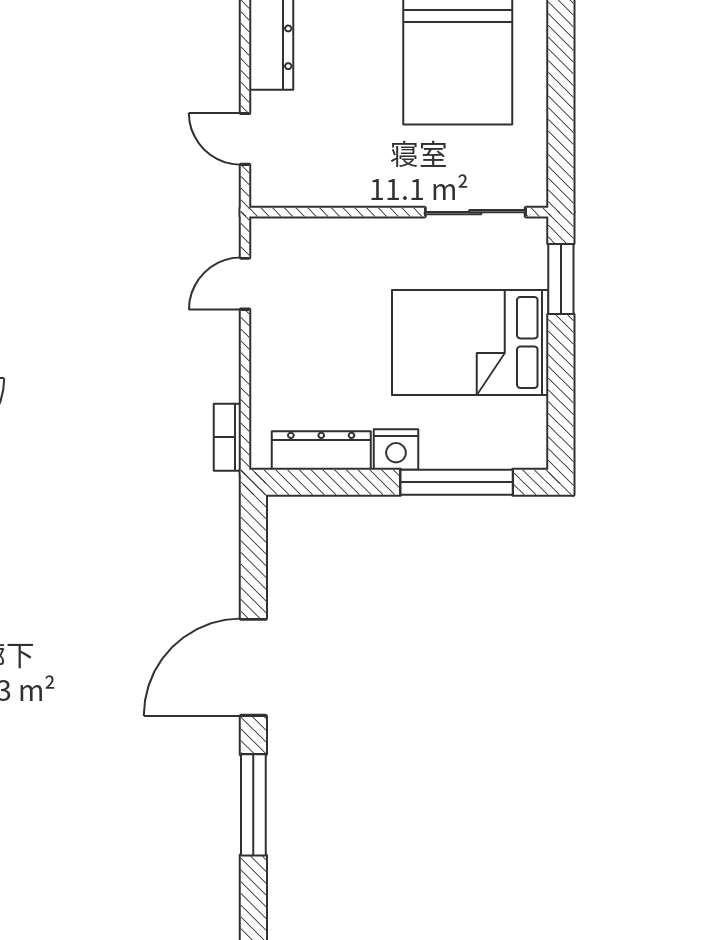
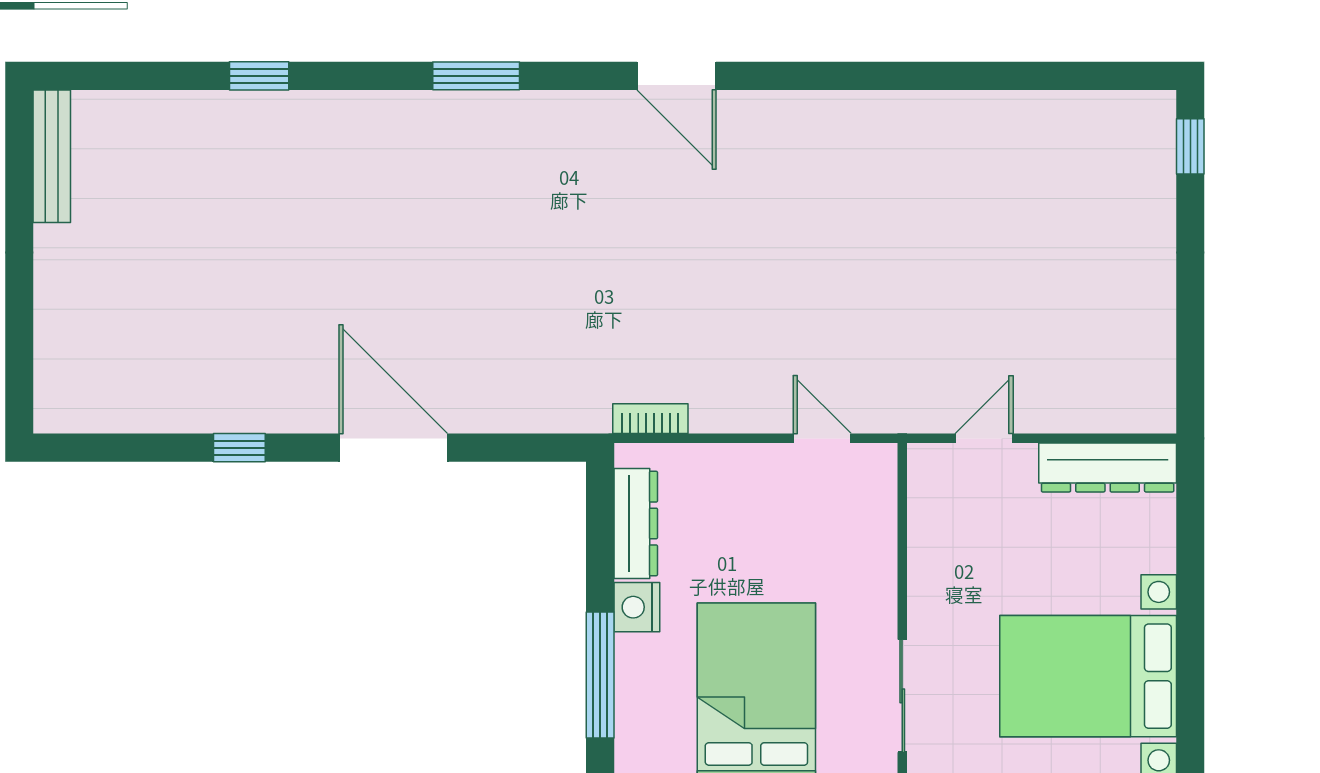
window: (253, 805) -> (239, 448), width x0.46

